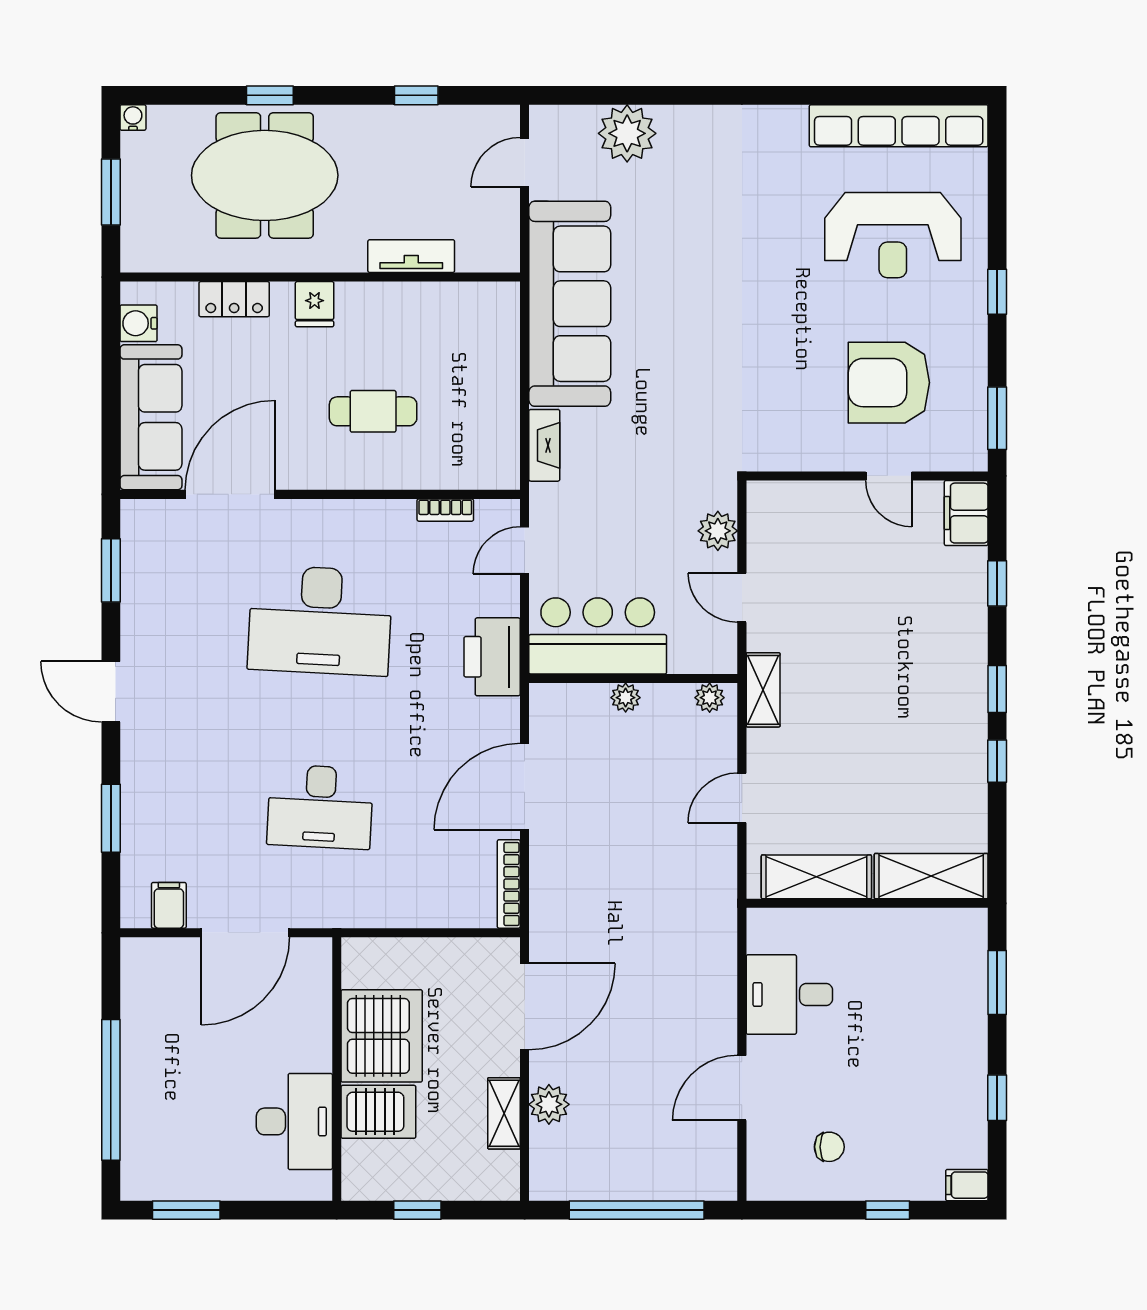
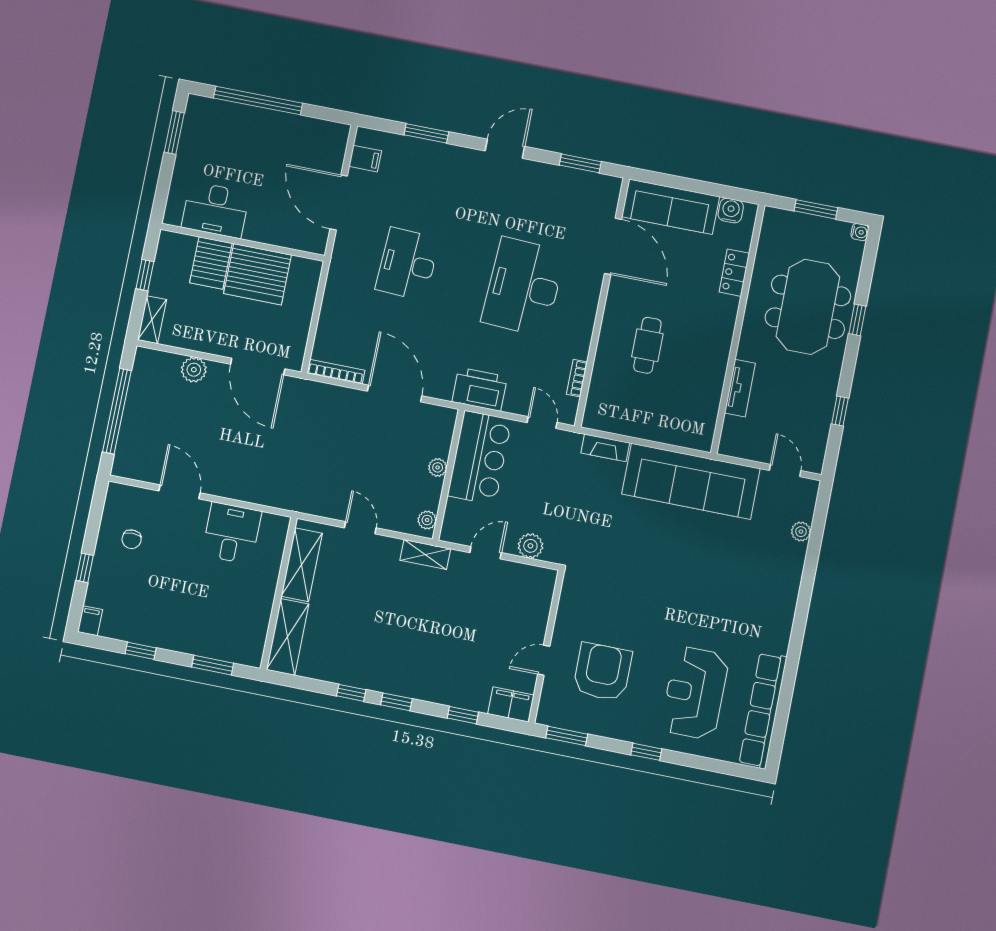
plant: (627, 133) -> (801, 532), width x0.53, depth x0.53
fridge: (315, 304) -> (721, 322), removed
shelving: (504, 1113) -> (152, 320), moved, turned 90

